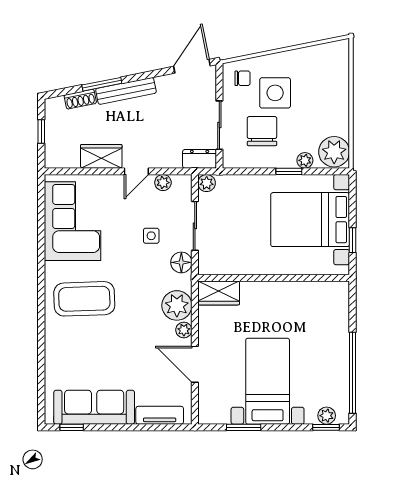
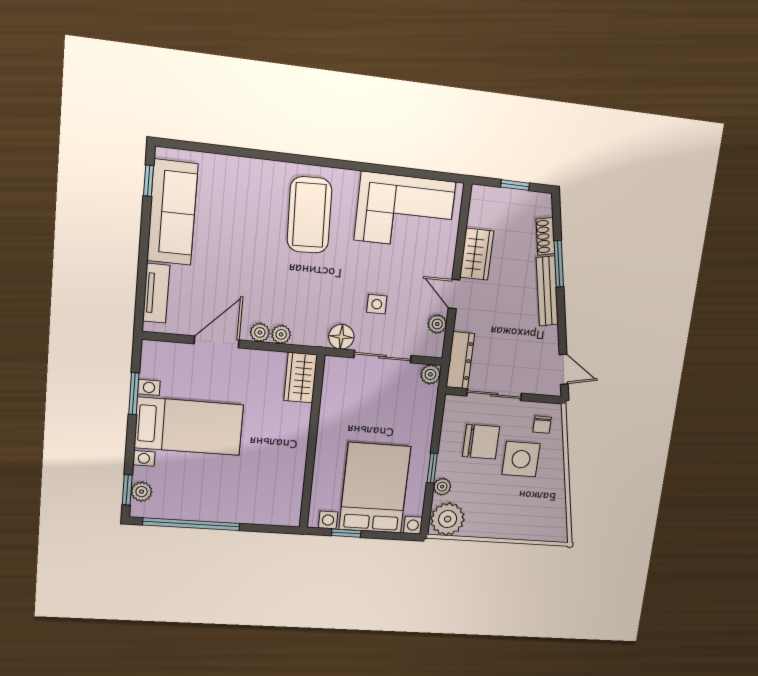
door: (192, 66) -> (564, 369), width x0.73
dresser: (200, 159) -> (460, 360), width x1.44
plant: (177, 305) -> (281, 334), width x0.53, depth x0.53

